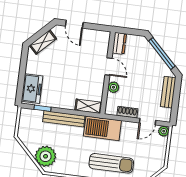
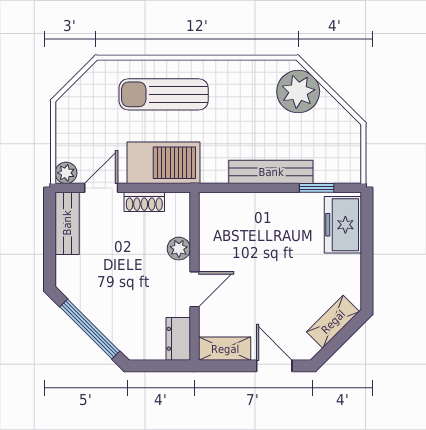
door: (108, 66) -> (194, 289), swing flipped
bench: (168, 92) -> (67, 223), moved
shelving: (88, 106) -> (225, 349), moved
barbecue: (102, 128) -> (163, 163), moved

